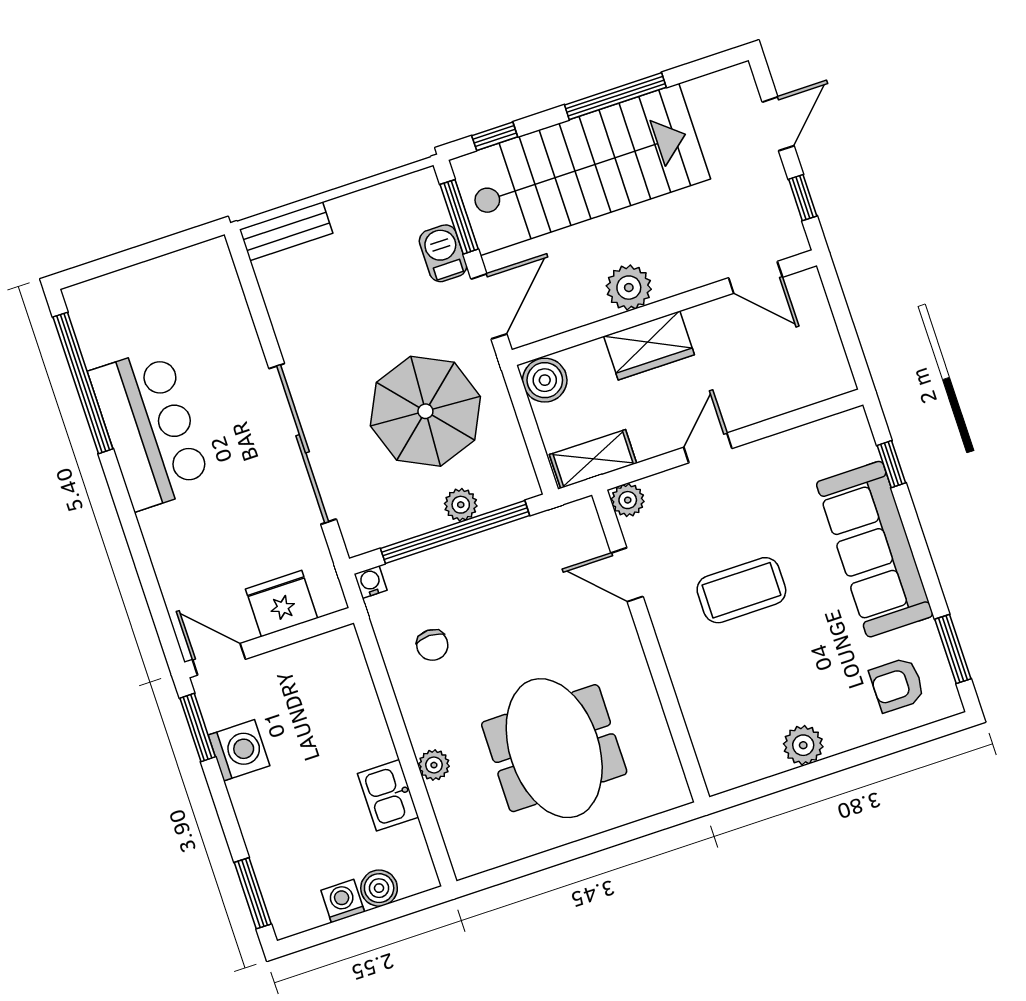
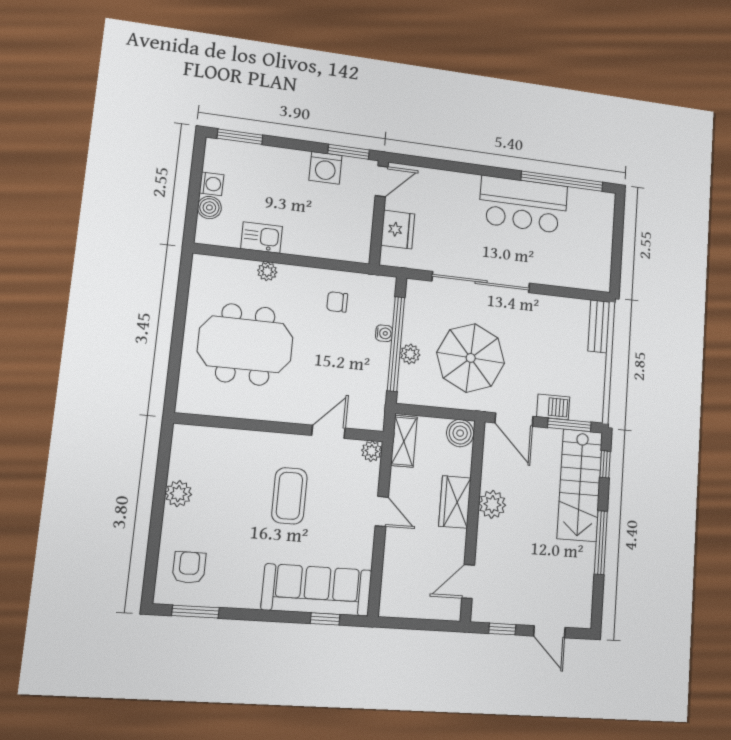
stairs: (579, 170) -> (580, 485), width x0.73, depth x0.66
sofa: (875, 549) -> (317, 590), moved
water cooler: (371, 582) -> (384, 333), moved

